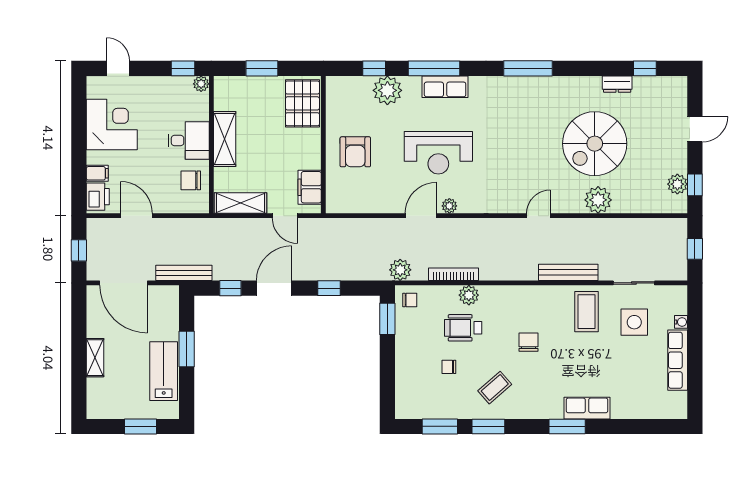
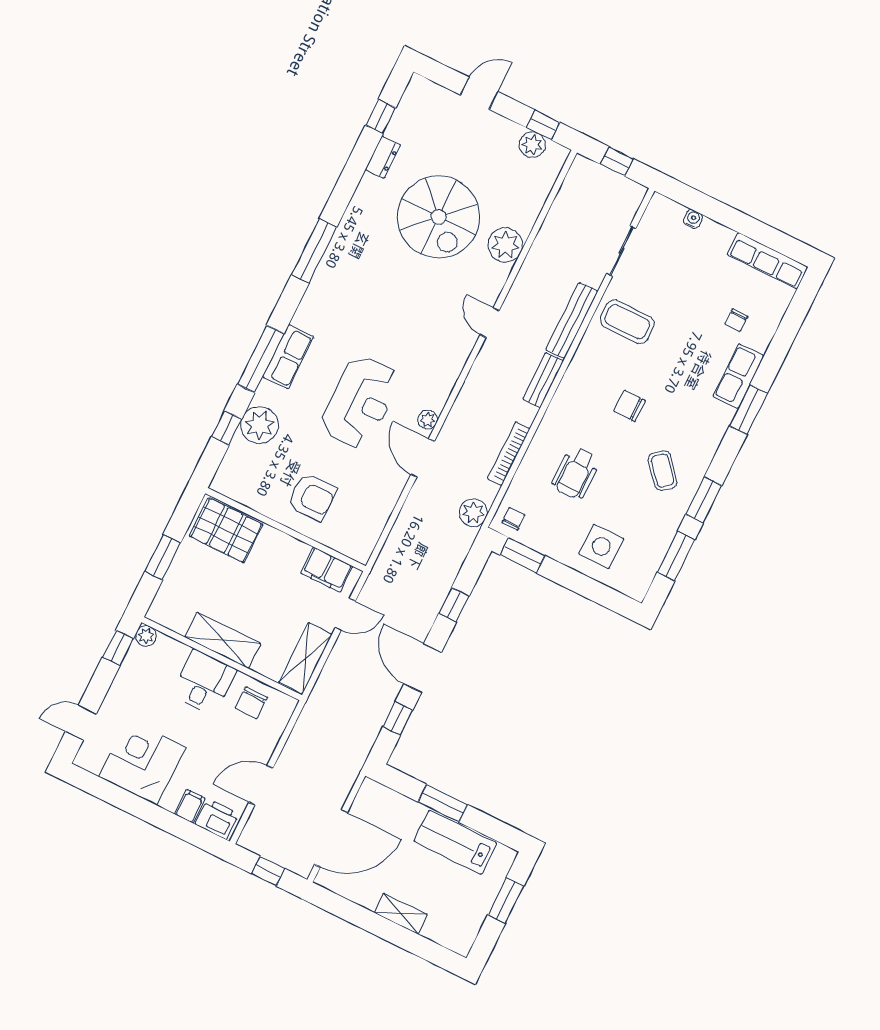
door: (695, 129) -> (479, 93), hinge flipped
bench: (184, 273) -> (543, 380), moved, width x0.73
plant: (469, 295) -> (541, 448), removed
side table: (634, 322) -> (601, 546), moved
row of seats: (678, 360) -> (768, 261), moved
chair: (449, 367) -> (736, 320), moved

